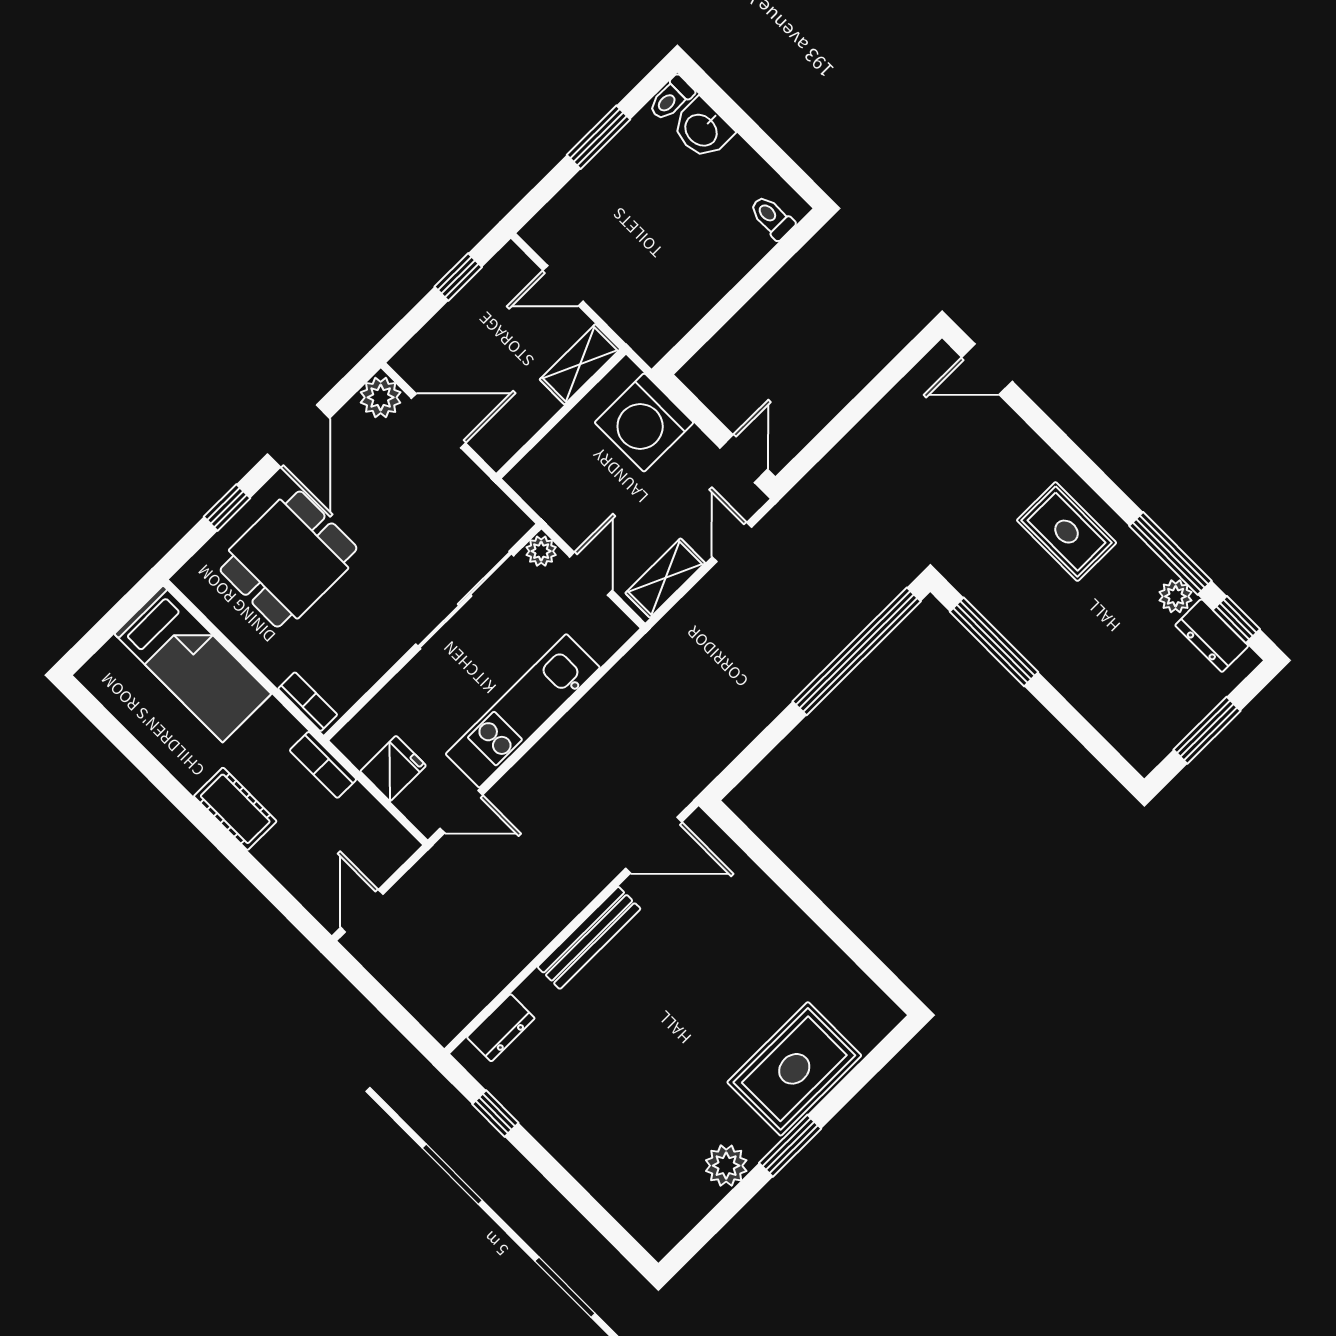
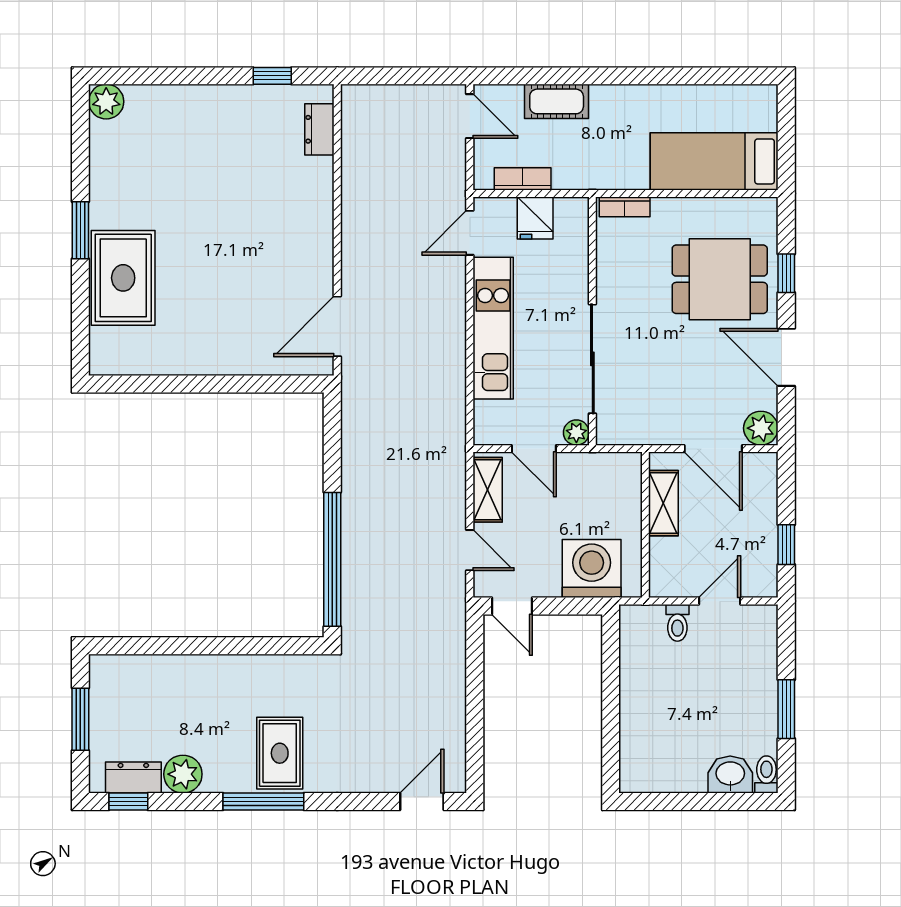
toilet: (772, 217) -> (677, 623), moved, turned 90
shelving: (580, 364) -> (663, 503), moved
door: (438, 421) -> (713, 449), hinge flipped
rug: (1067, 532) -> (280, 753), turned 90
window: (1170, 553) -> (263, 802), moved
dining table: (289, 559) -> (720, 279), turned 90
plant: (1176, 596) -> (183, 774), width x1.38, depth x1.38
window: (994, 642) -> (257, 646), removed
bookcase: (323, 765) -> (523, 179), moved
cot: (235, 809) -> (557, 101), moved
bench: (589, 938) -> (321, 234), removed
plant: (726, 1166) -> (106, 102), moved

